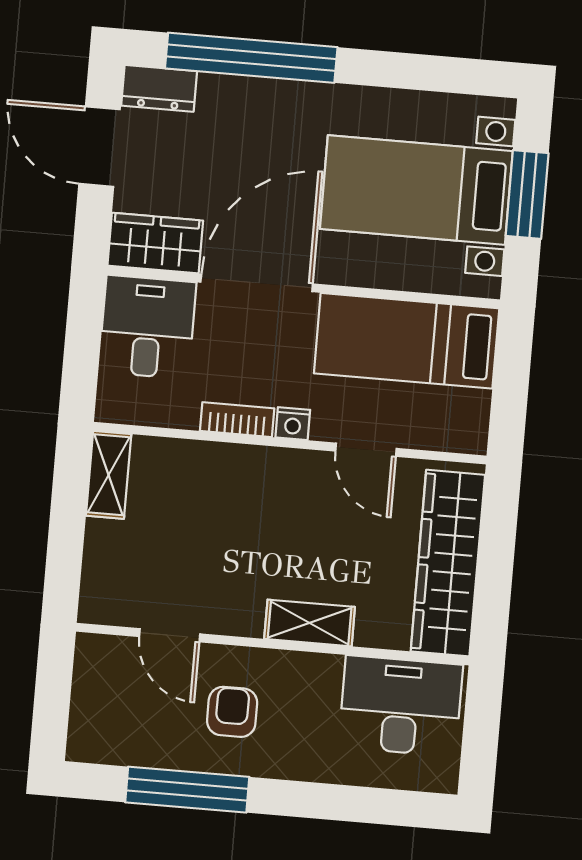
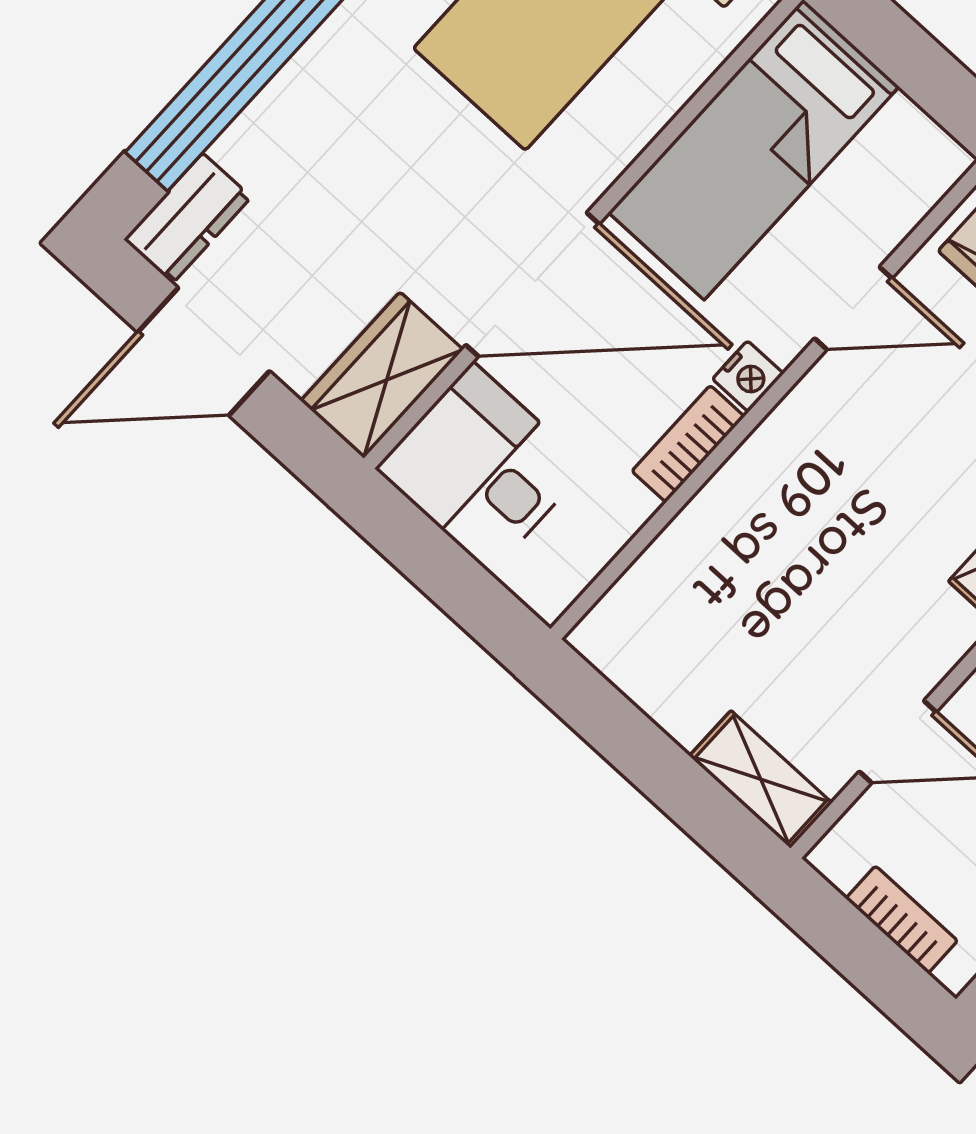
door: (257, 283) -> (533, 284), swing flipped
shelving: (109, 475) -> (761, 779), moved
bookcase: (84, 704) -> (902, 920), added

